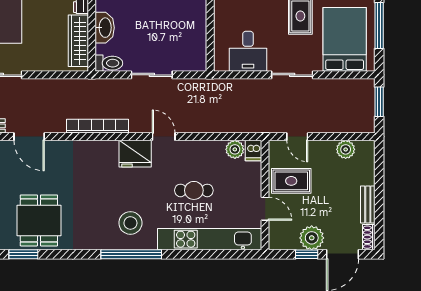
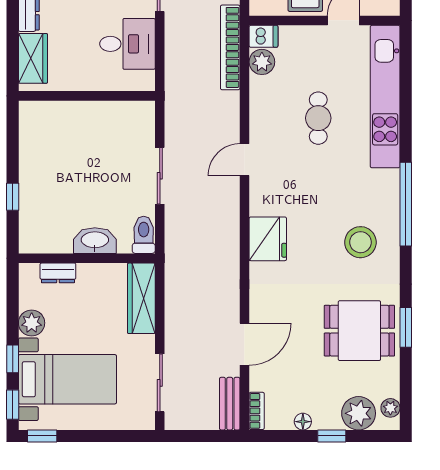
wardrobe: (78, 41) -> (141, 298), moved, turned 90
bookcase: (97, 126) -> (230, 47), moved
fridge: (135, 154) -> (268, 239), moved
stool: (130, 223) -> (360, 242), moved
window: (23, 254) -> (406, 327), moved

